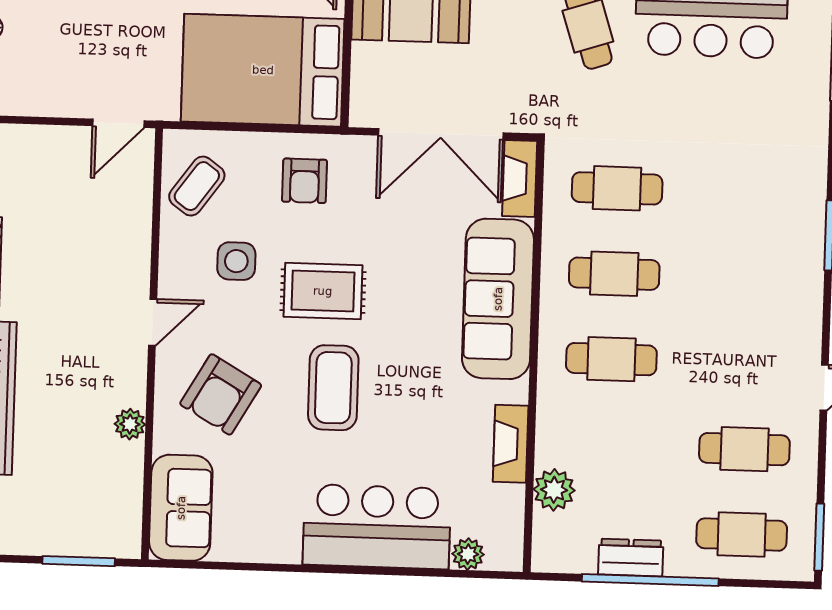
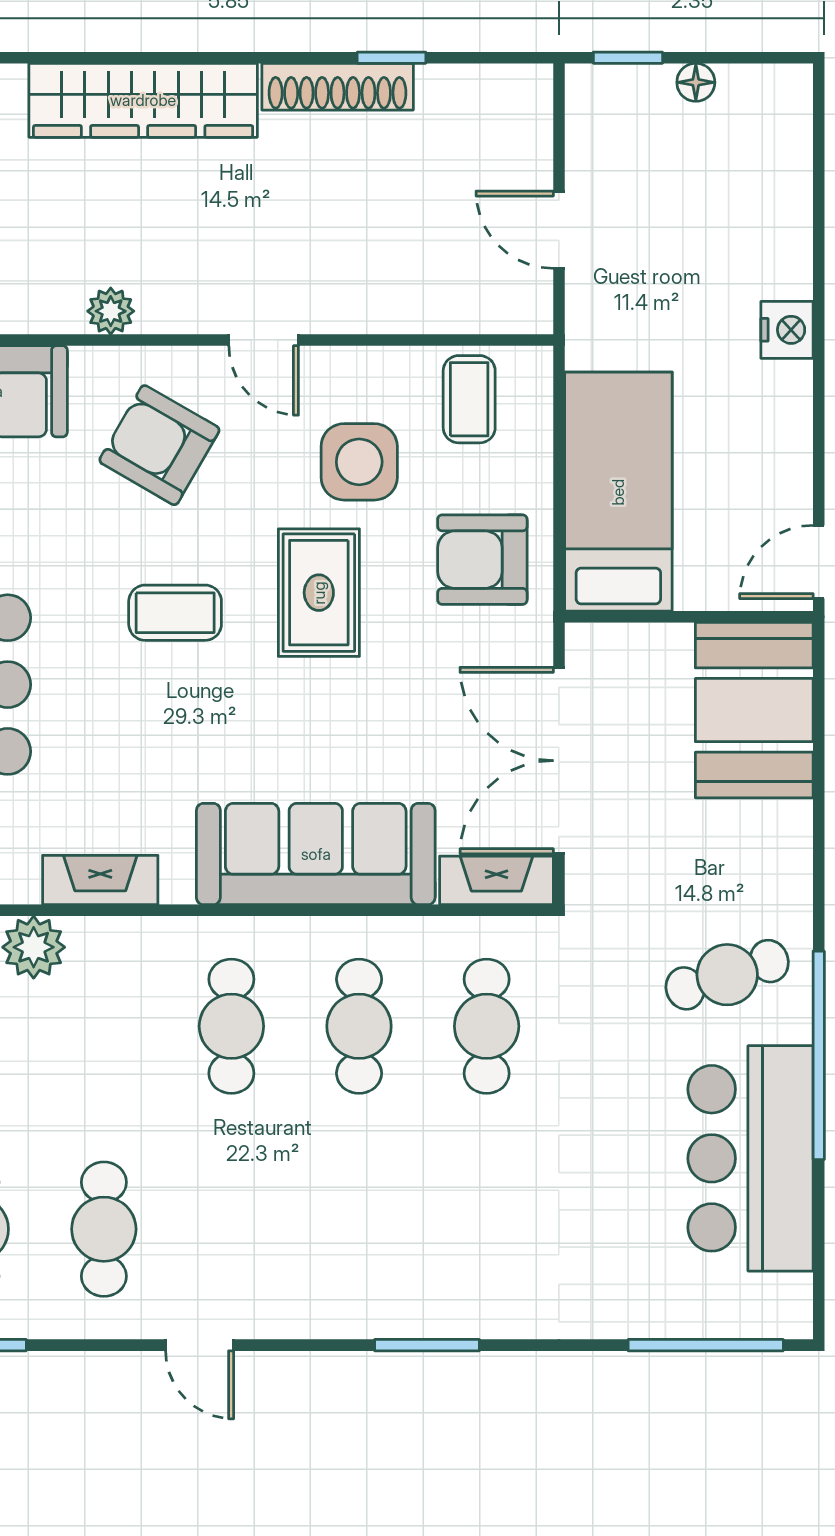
bed: (263, 70) -> (618, 492), width x0.67
door: (118, 123) -> (559, 230), moved
armchair: (305, 181) -> (482, 560), width x1.38, depth x1.38
coffee table: (197, 186) -> (469, 399), turned 54
side table: (236, 261) -> (359, 462), width x1.37, depth x1.37
coffee table: (333, 388) -> (175, 613), width x0.73, depth x0.77

